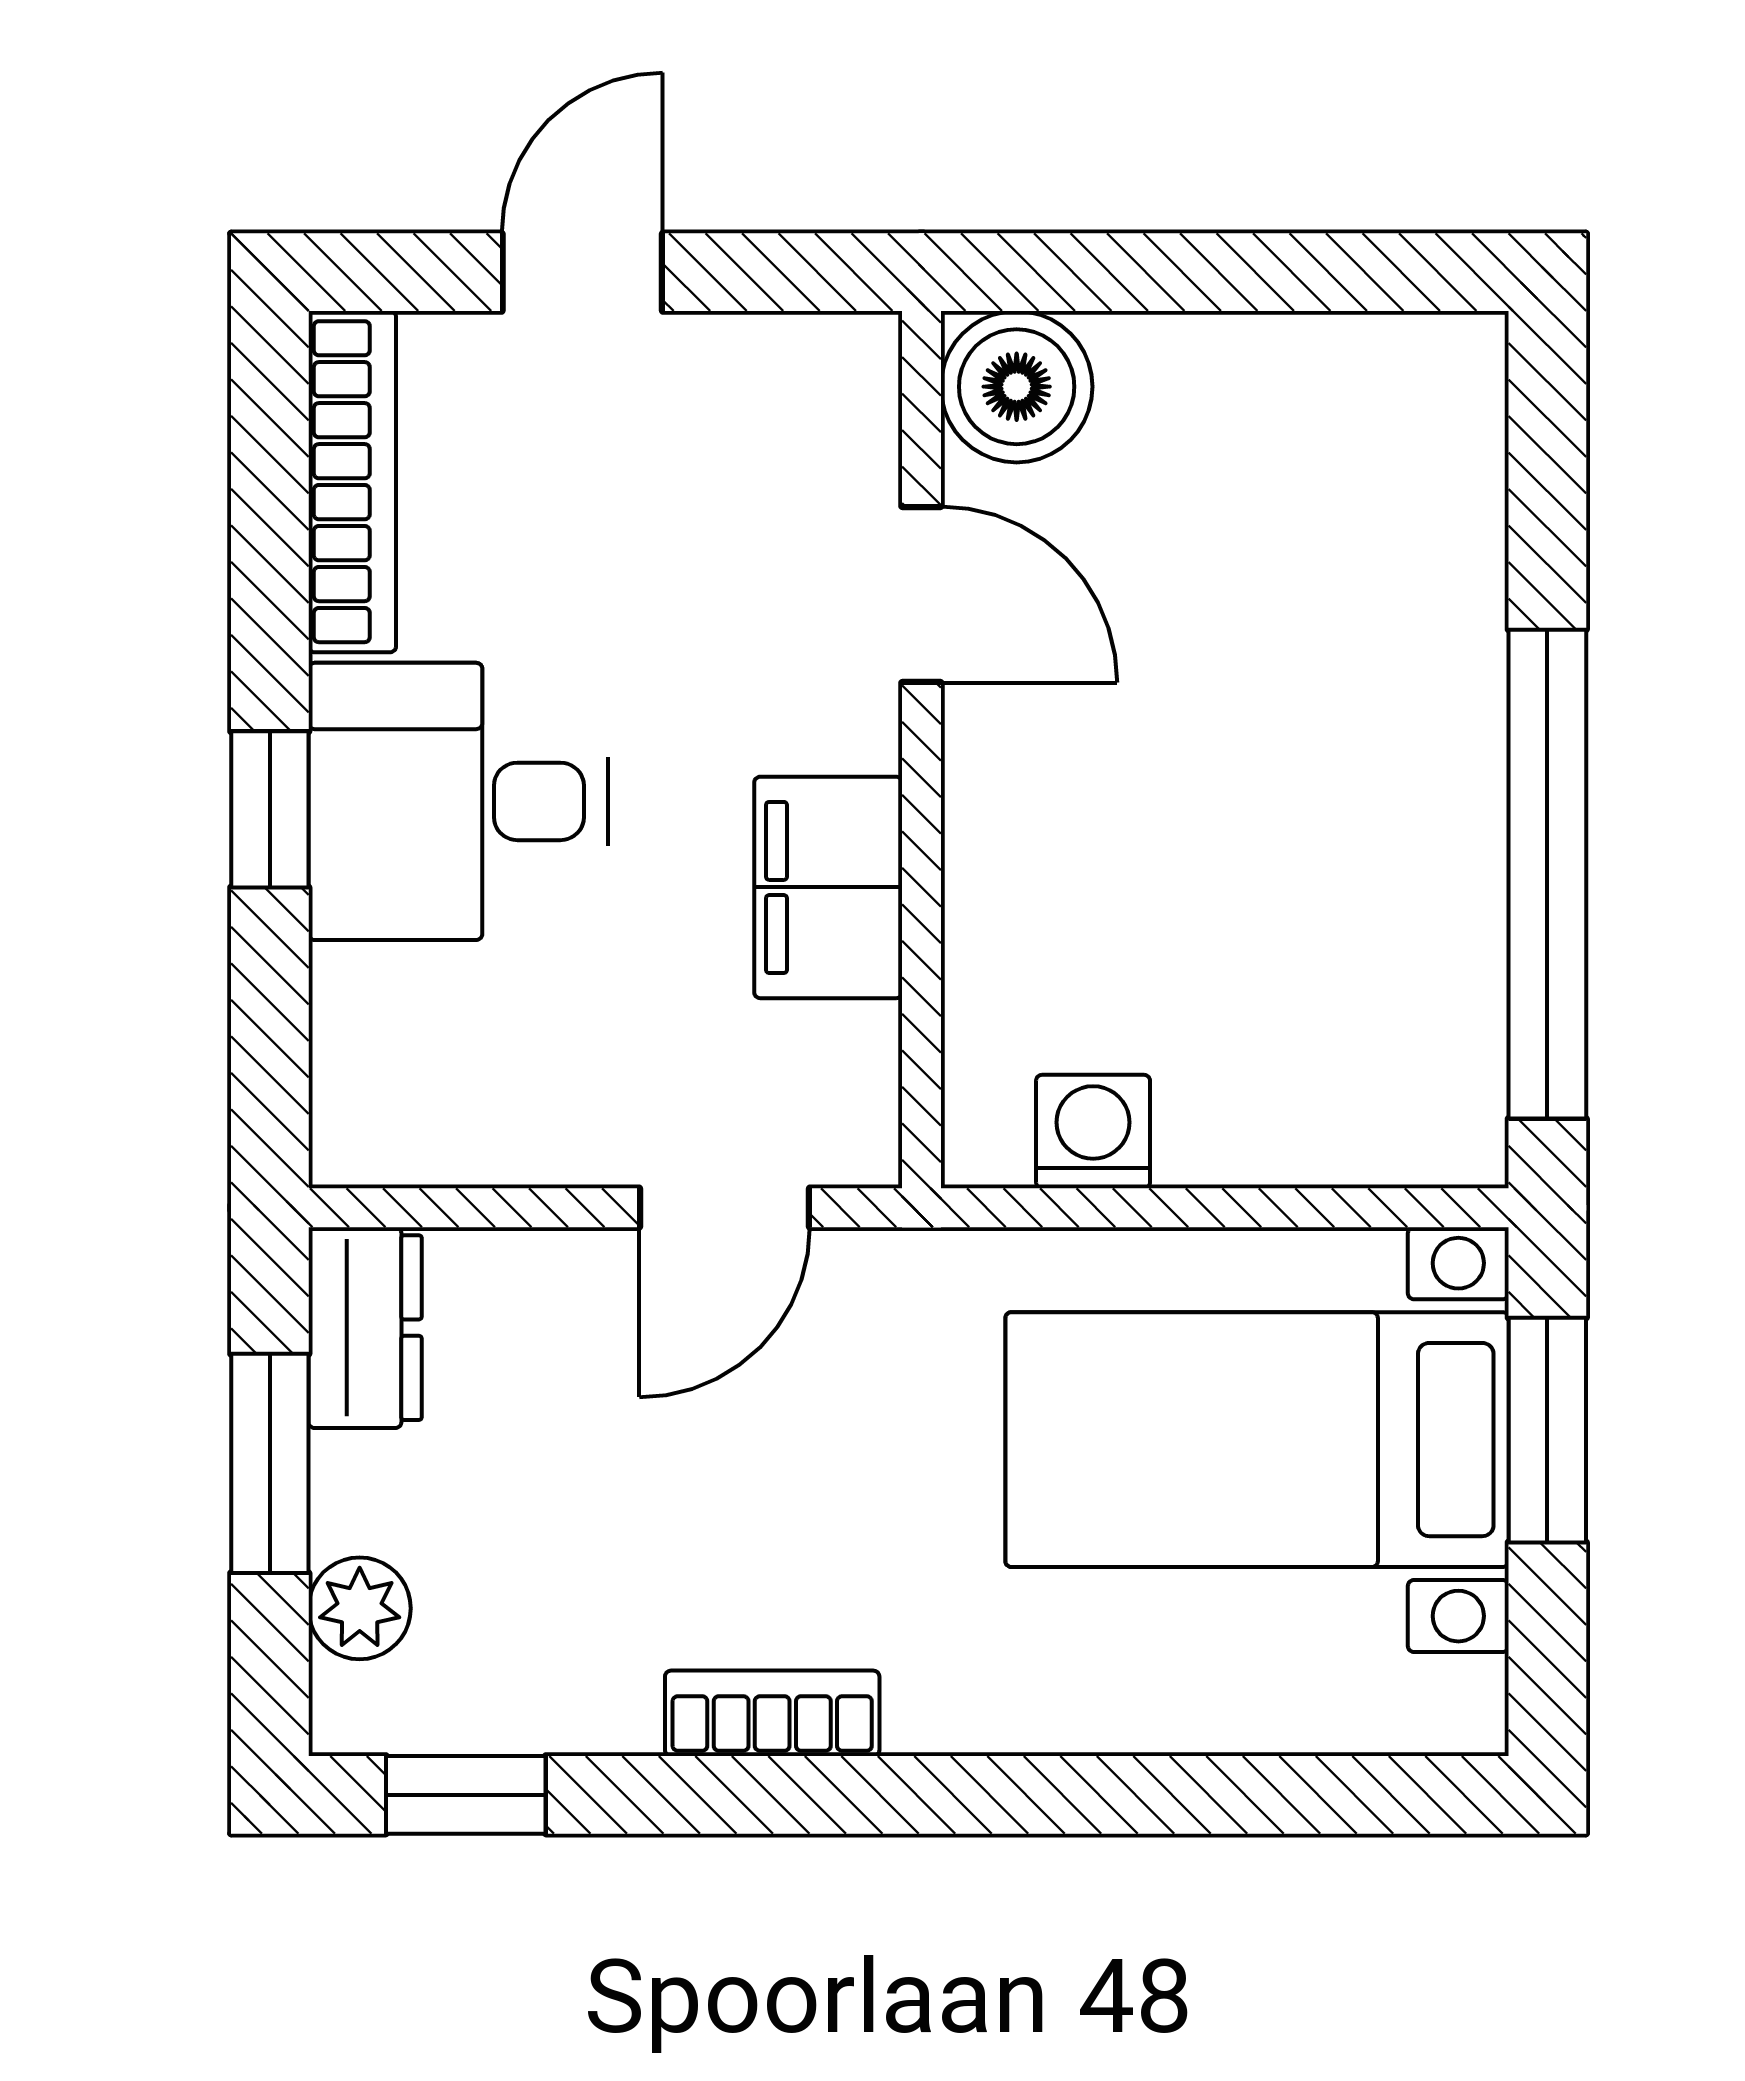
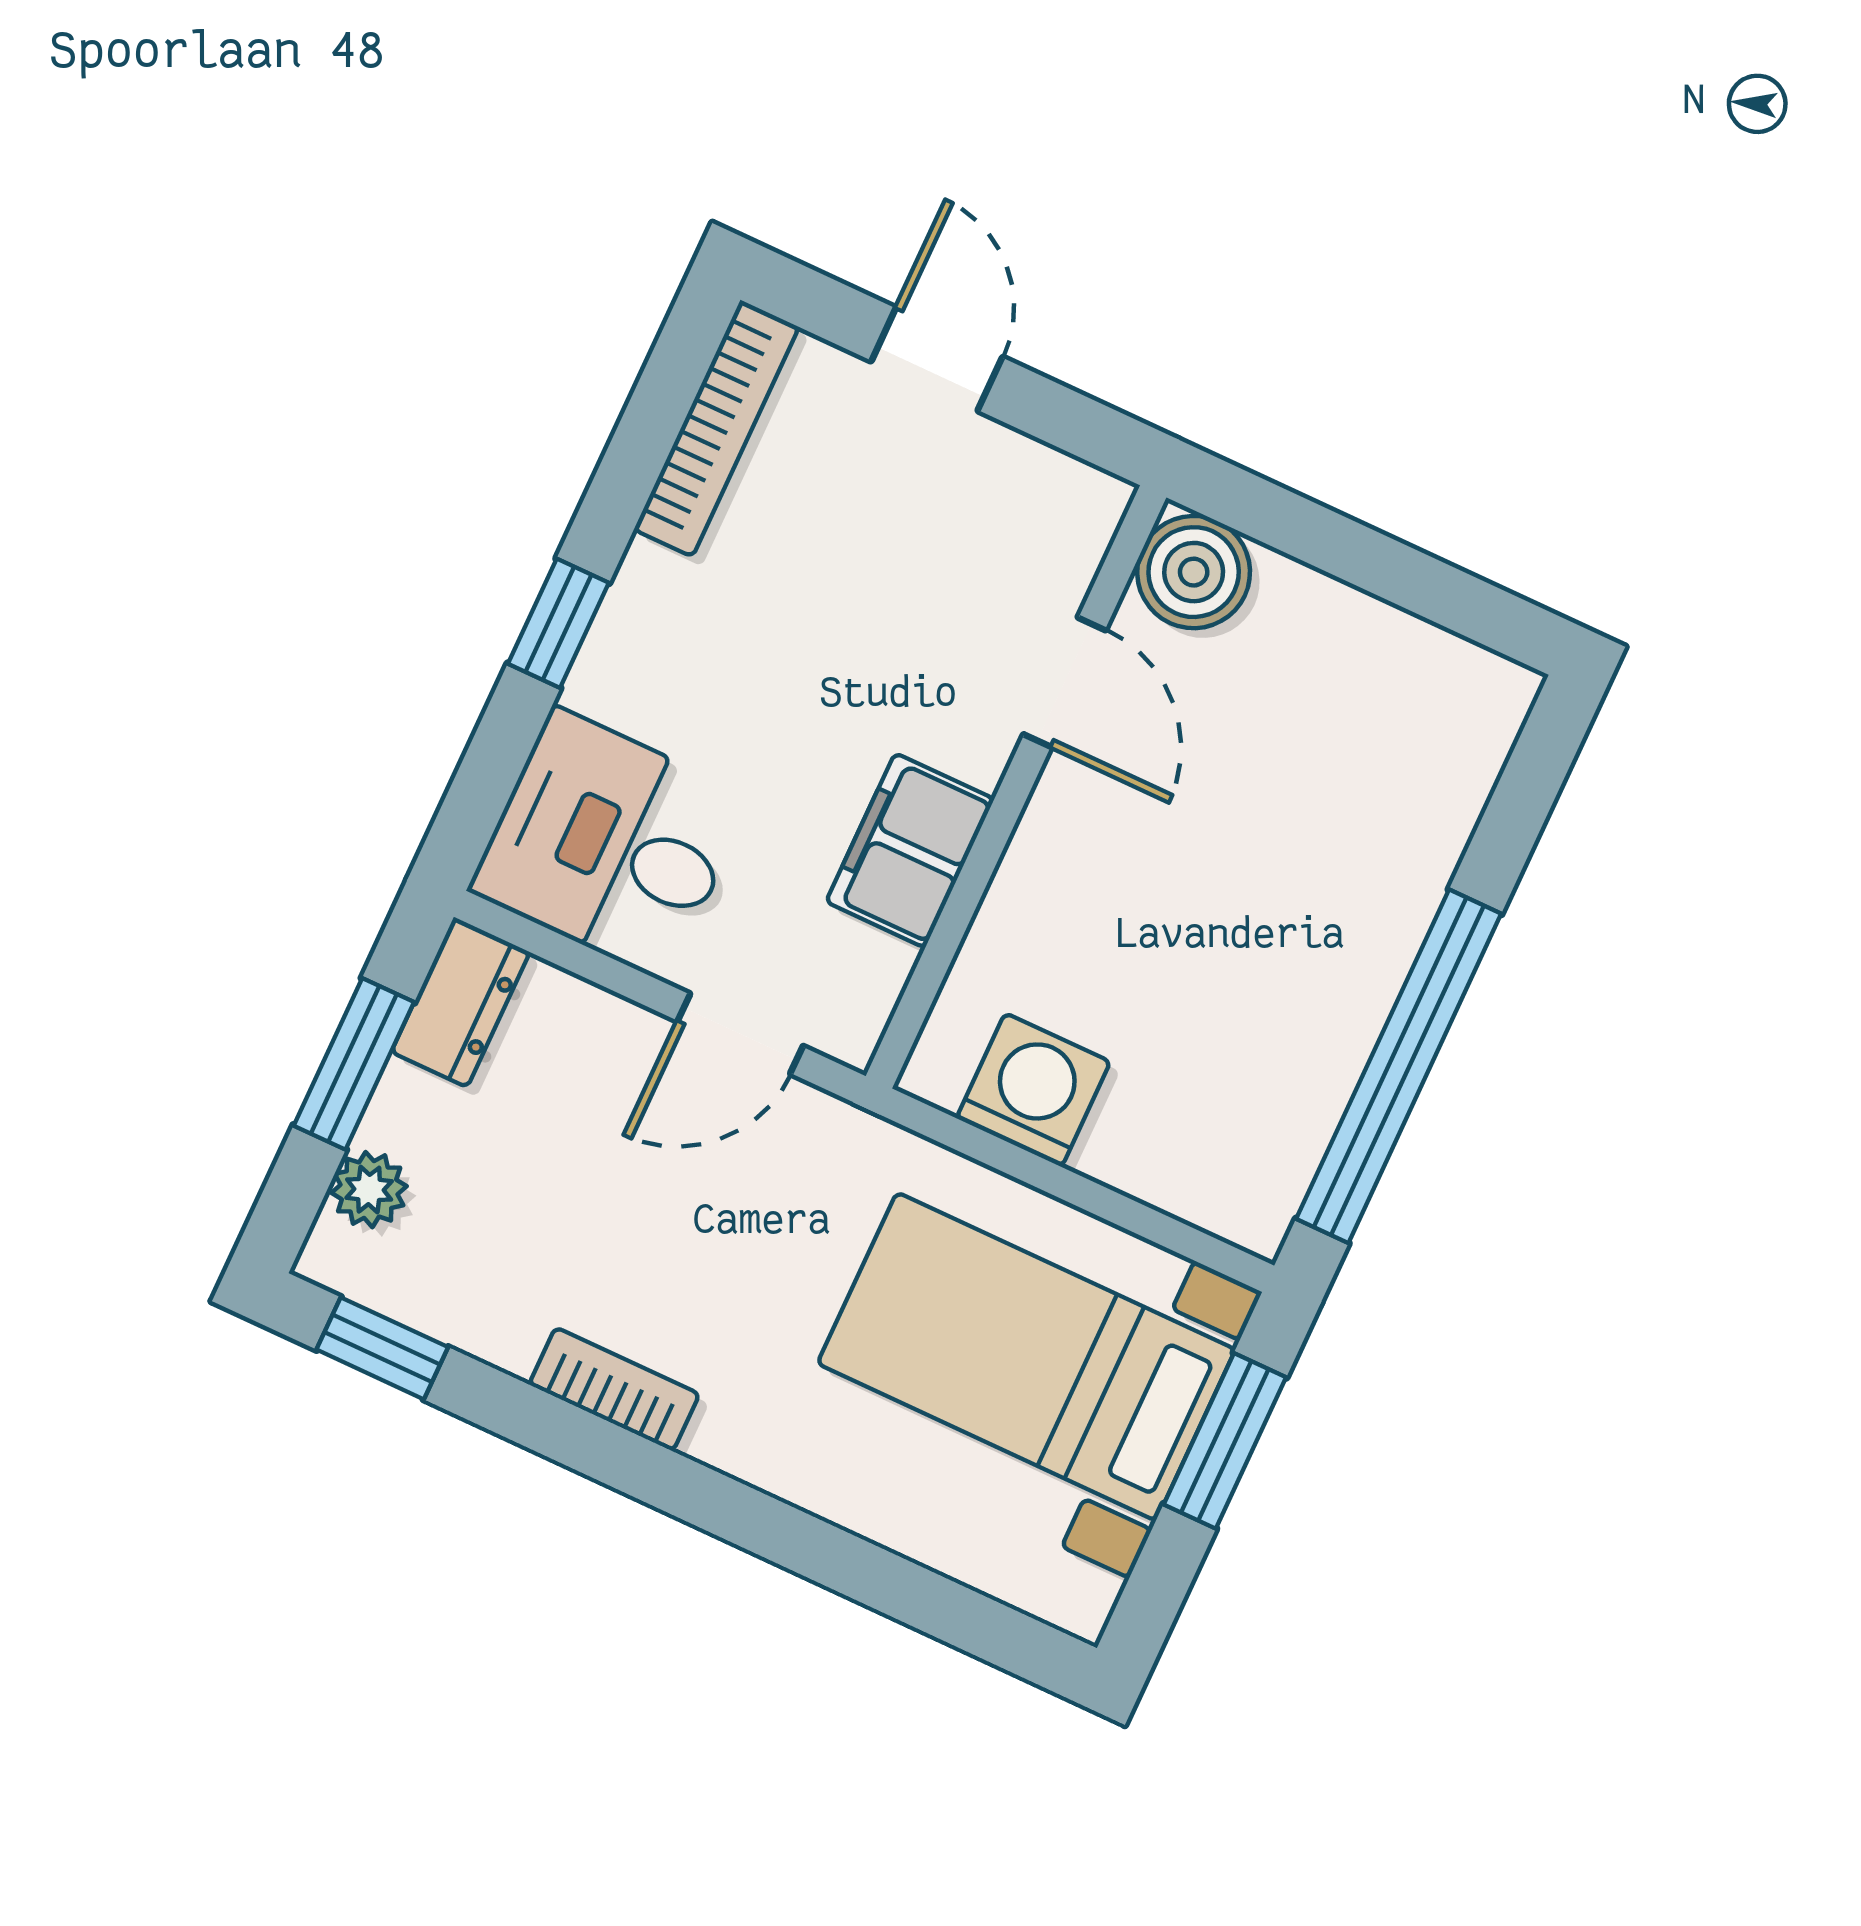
door: (582, 272) -> (937, 359), hinge flipped
desk: (458, 801) -> (610, 844), moved
washing machine: (1093, 1132) -> (1033, 1090), width x1.38, depth x1.38

